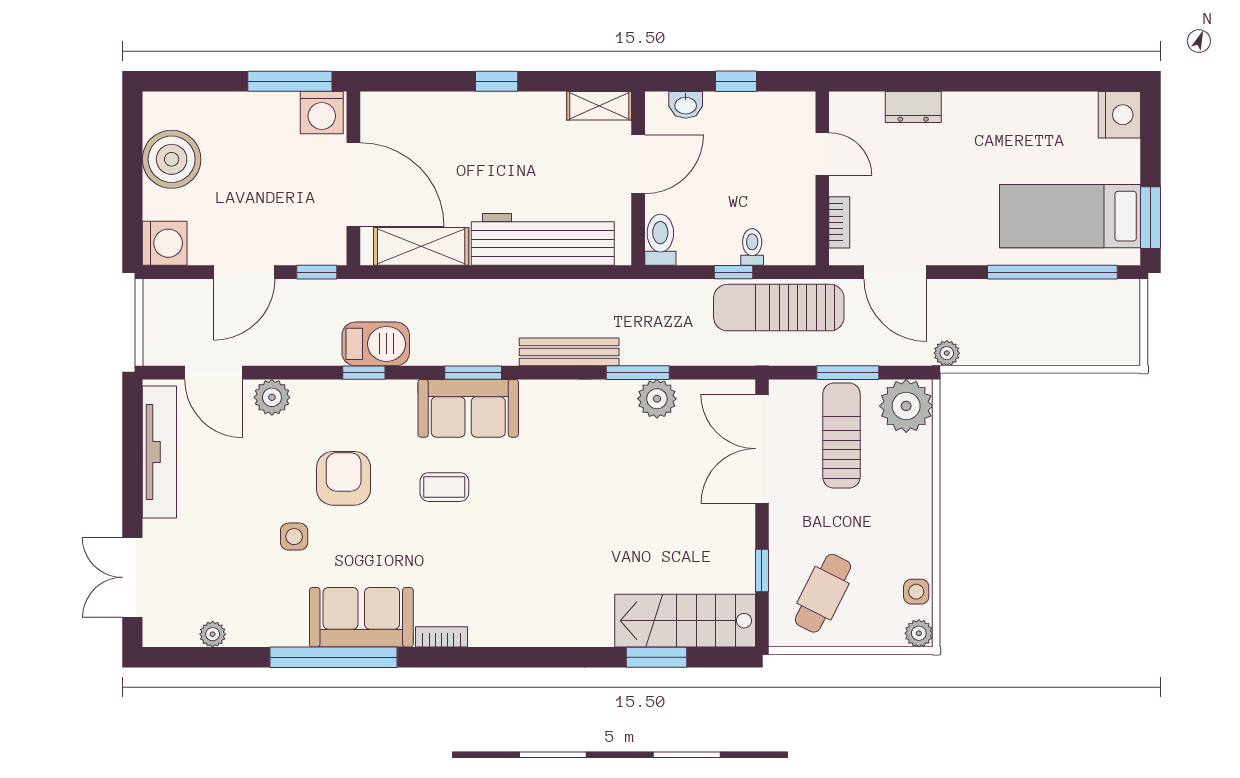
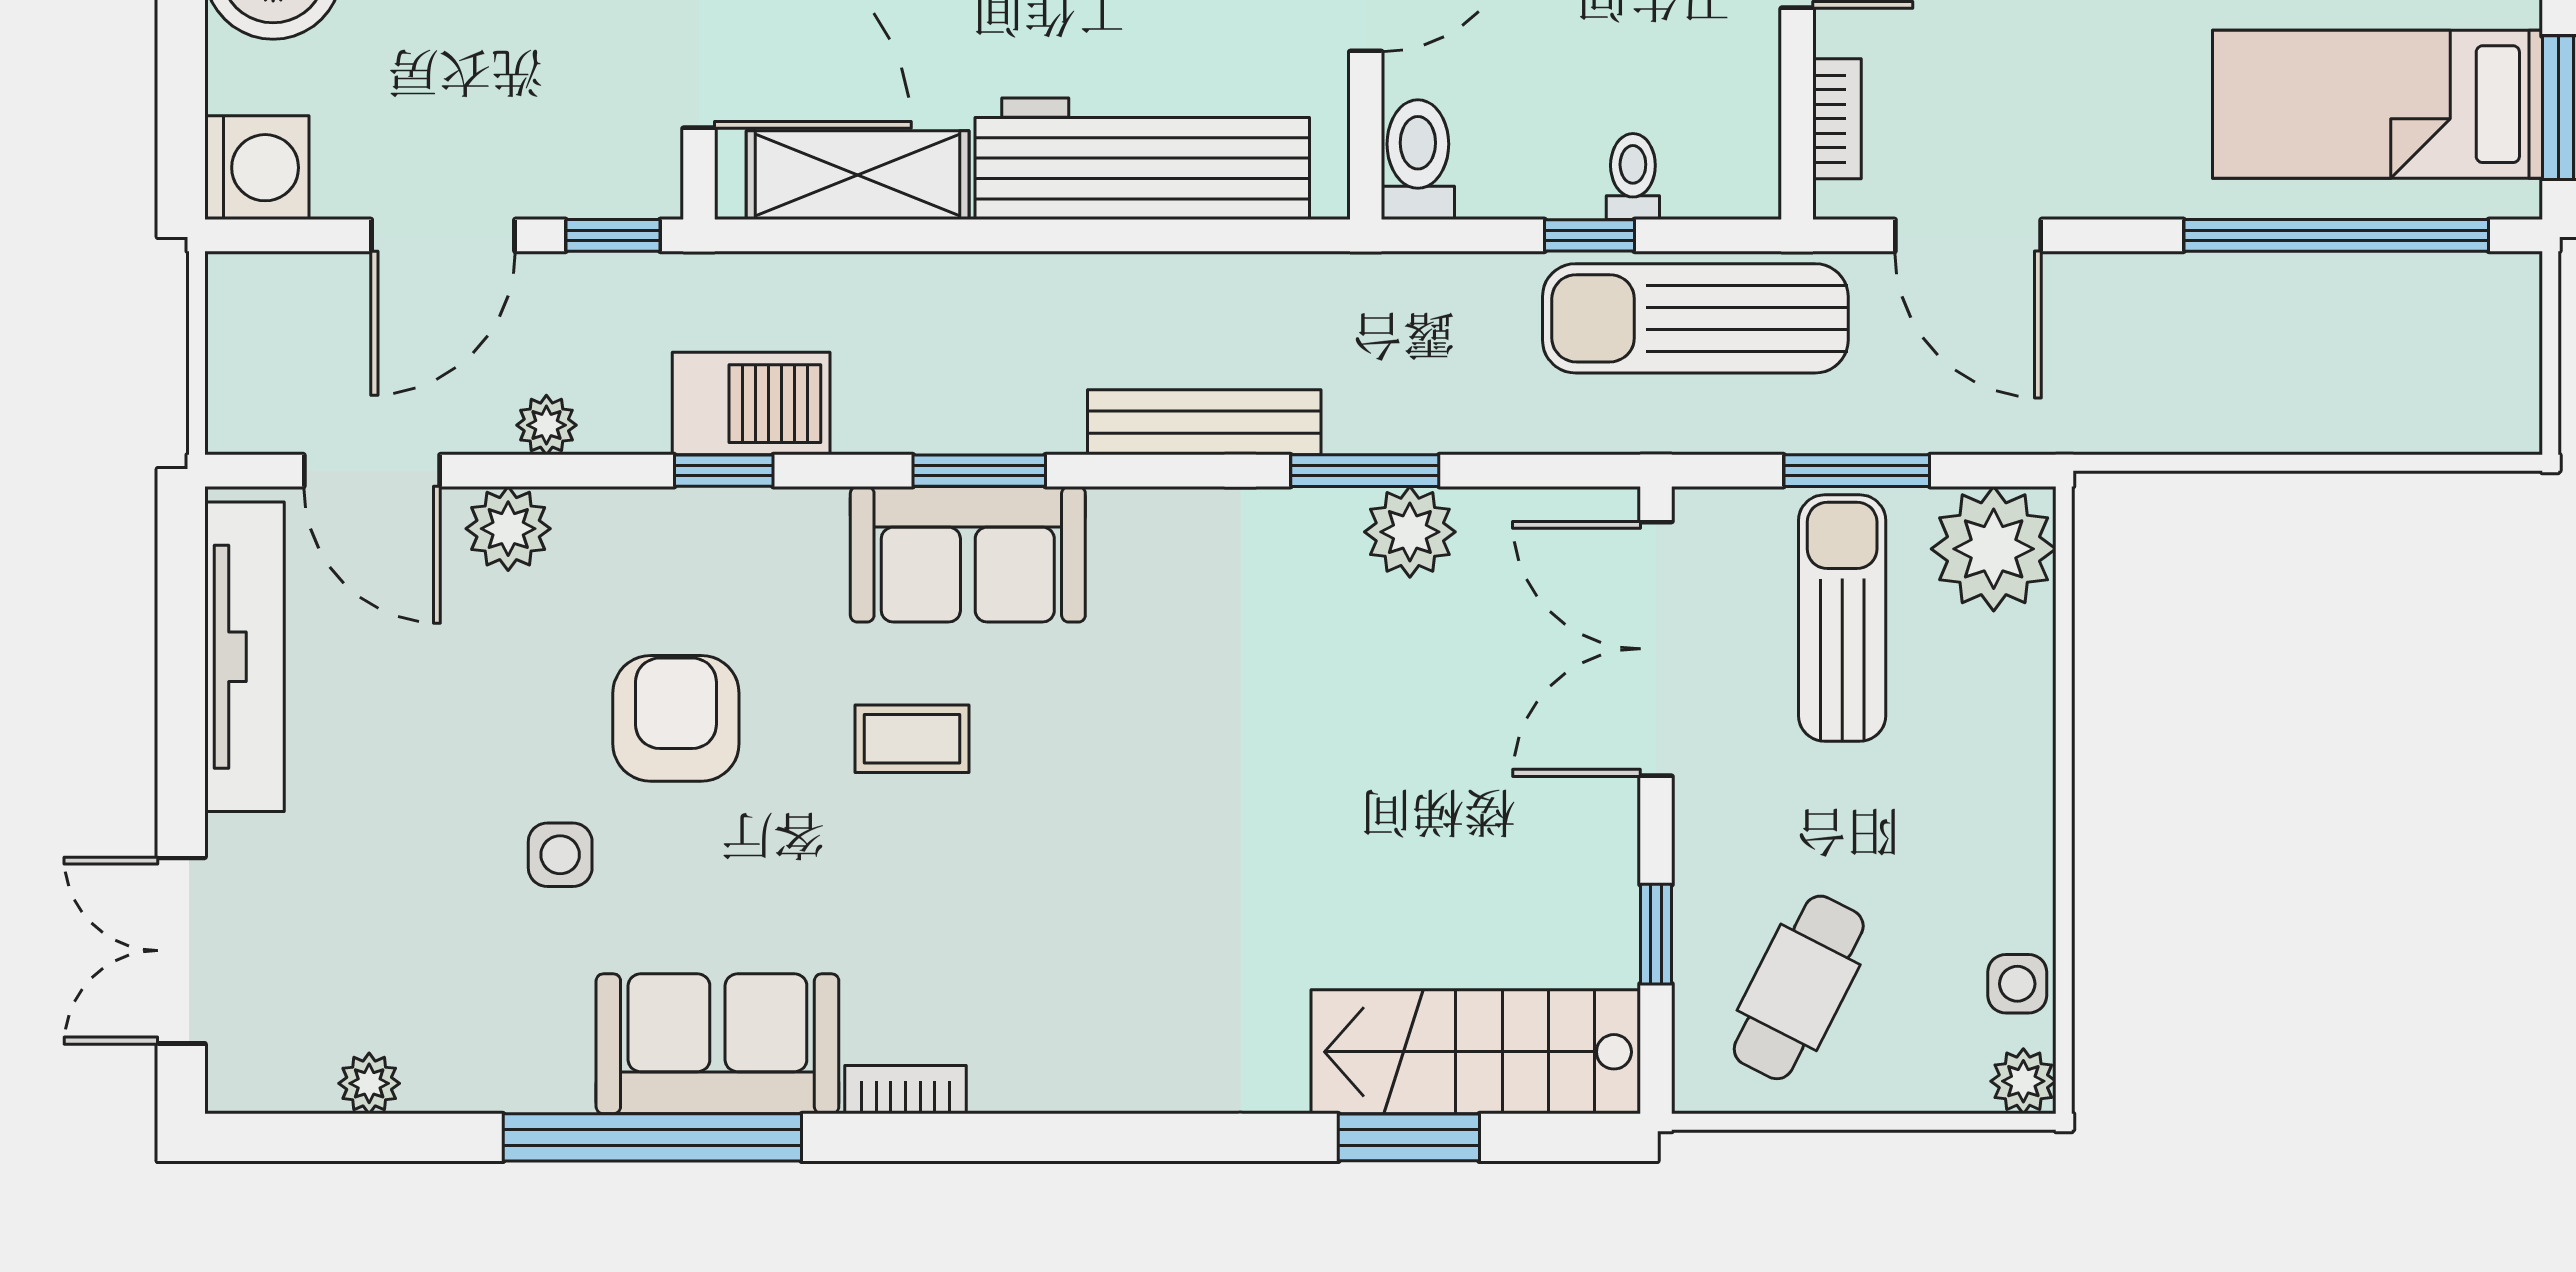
plant: (947, 353) -> (546, 425), moved

